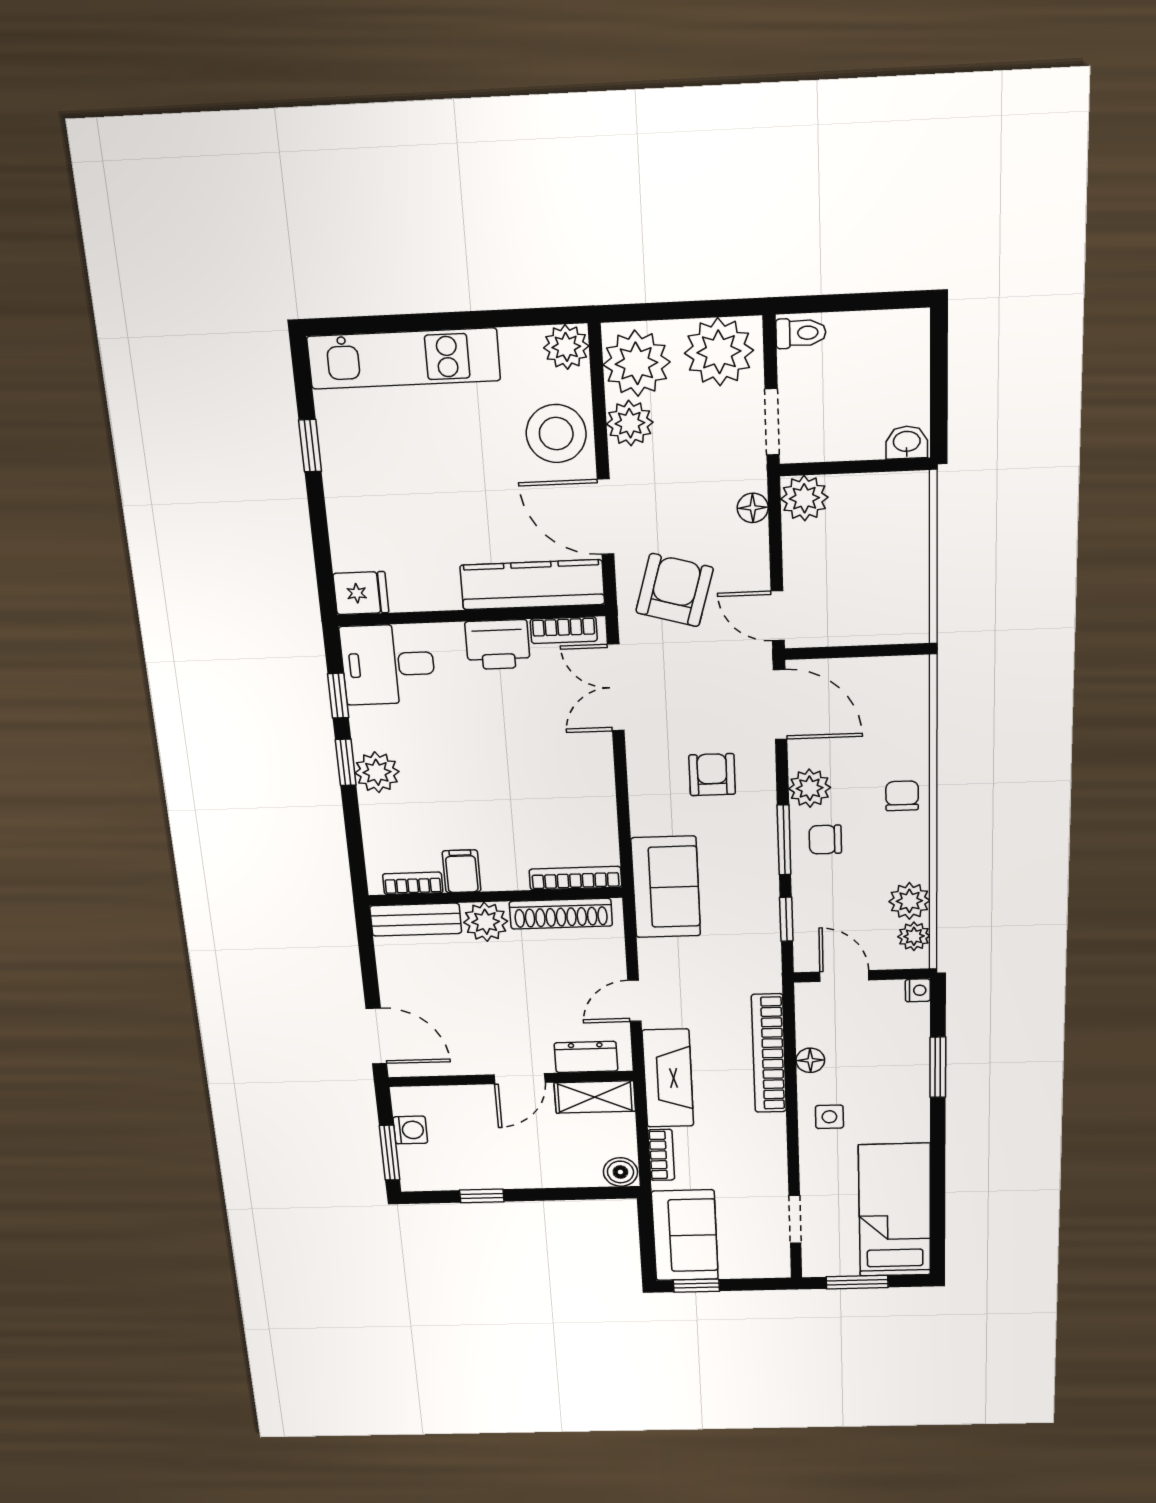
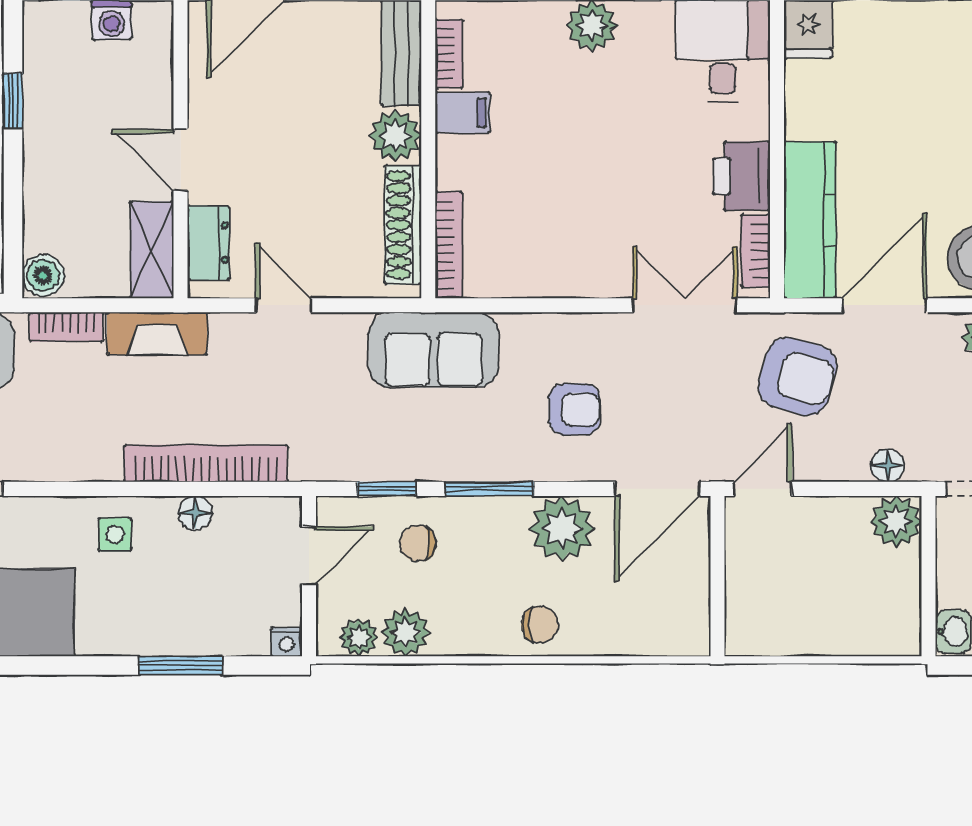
plant: (810, 788) -> (562, 528), width x1.36, depth x1.36
chair: (825, 840) -> (418, 543), moved, turned -90
fireplace: (668, 1078) -> (157, 334), width x0.73, depth x0.76

